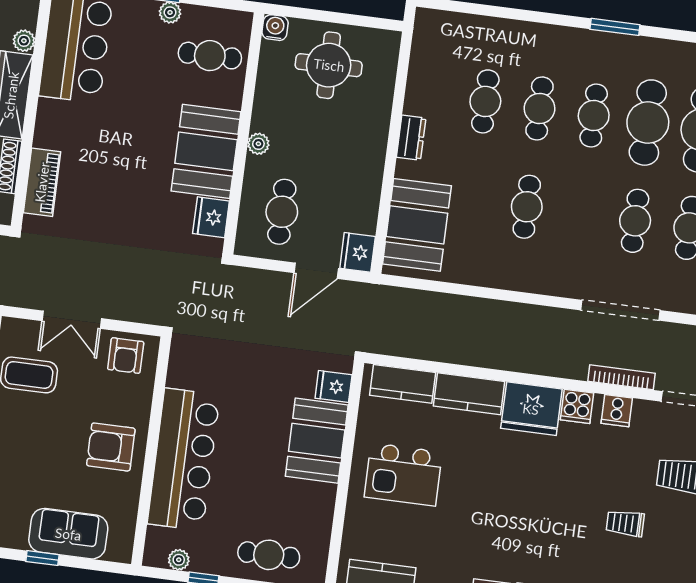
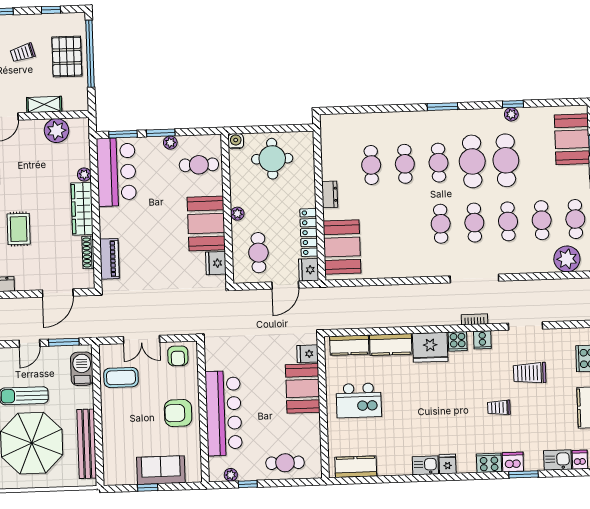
locker: (368, 193) -> (309, 233), added
cafe table: (527, 207) -> (441, 224), moved
bookcase: (621, 377) -> (475, 319), width x0.64

